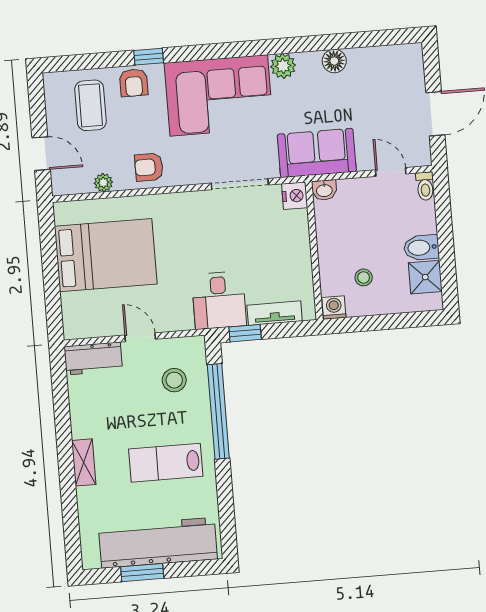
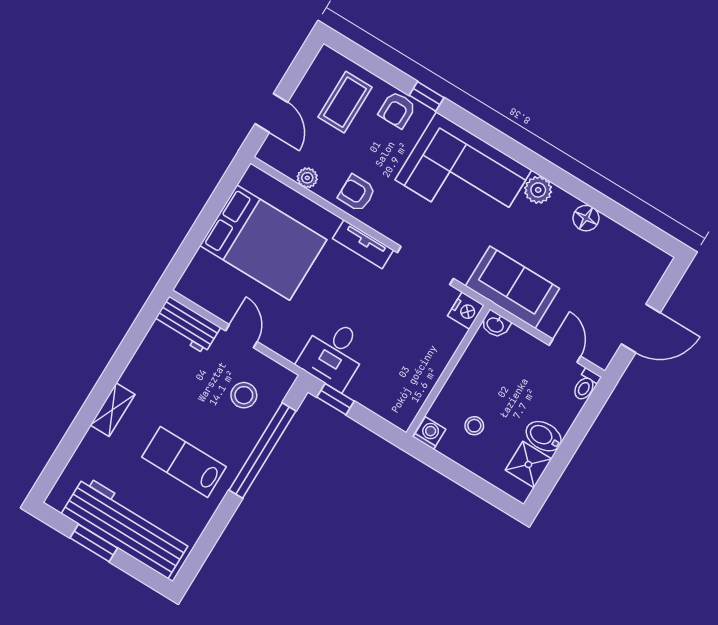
tv unit: (275, 313) -> (363, 244), moved, turned 180

